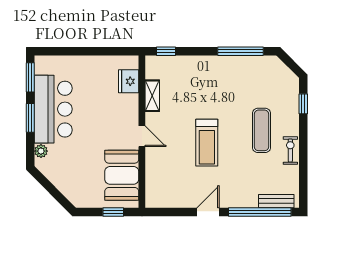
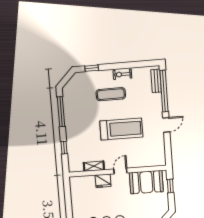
window: (166, 51) -> (64, 148), moved
fridge: (129, 81) -> (103, 181), moved
treadmill: (207, 143) -> (121, 129), width x1.37, depth x1.38
door: (208, 212) -> (166, 125), swing flipped

